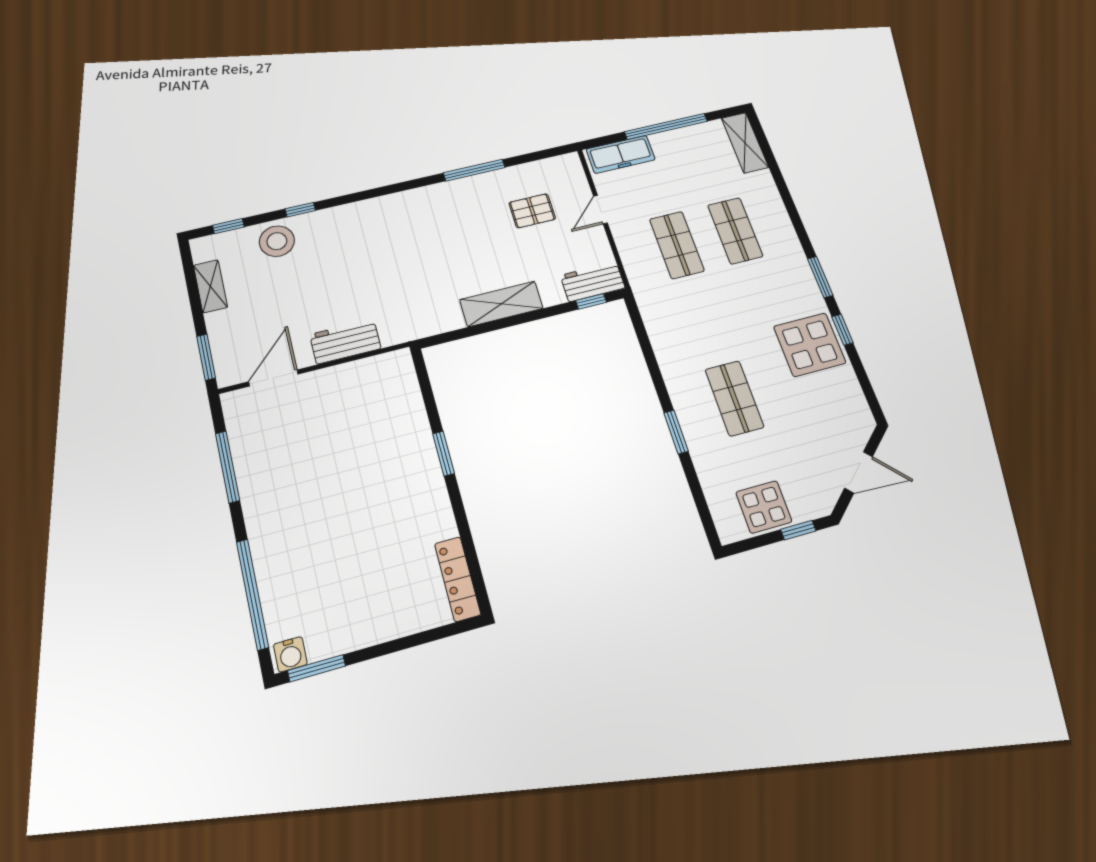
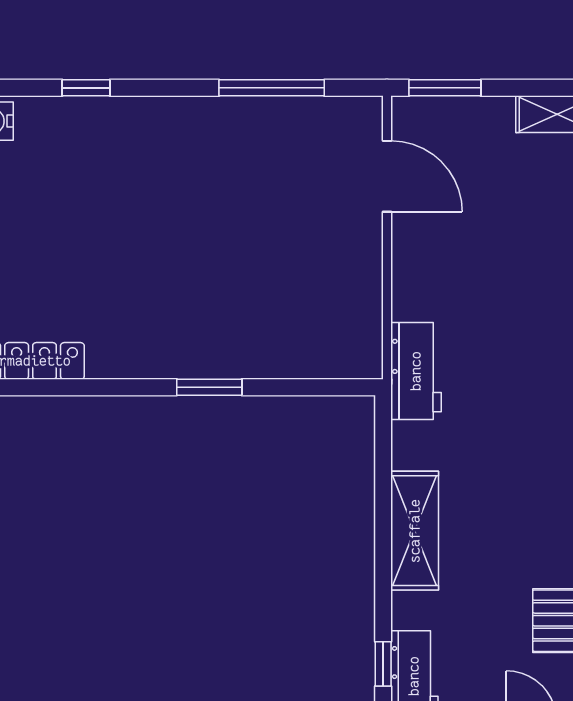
workbench: (345, 341) -> (416, 371), moved
window: (252, 594) -> (86, 88), width x0.32

